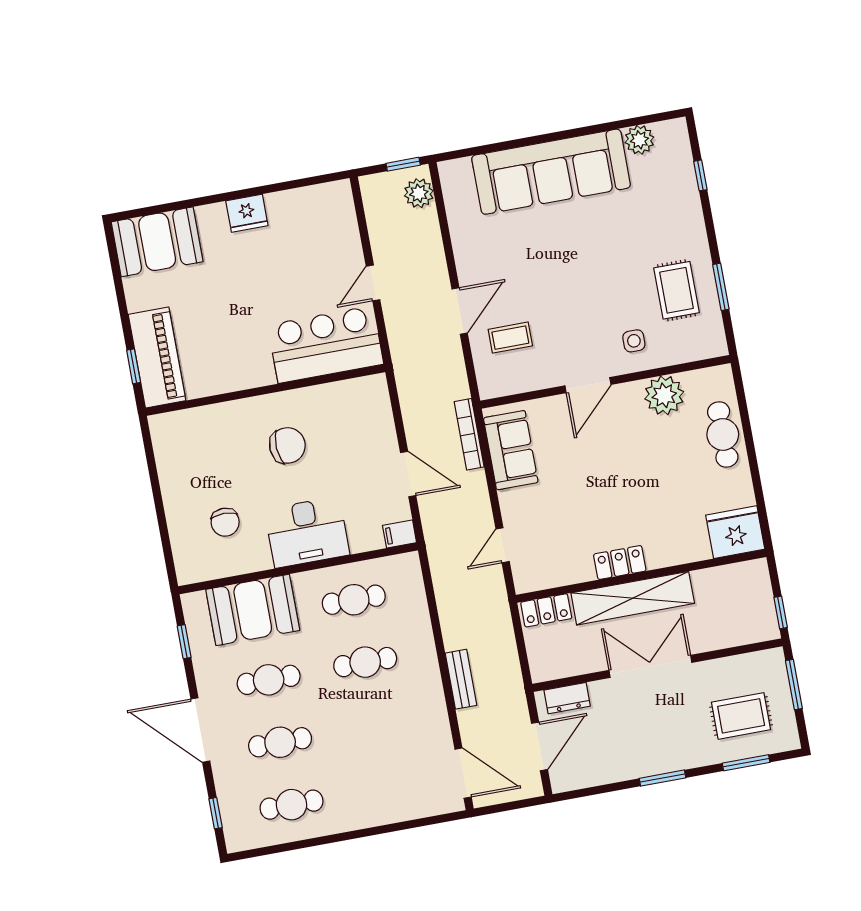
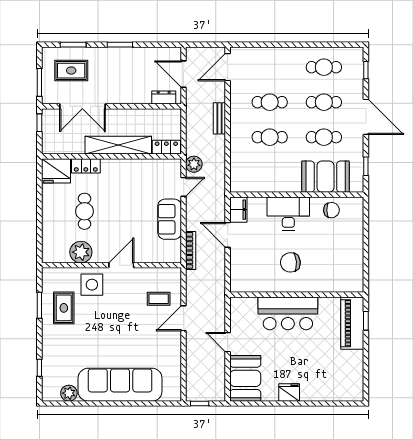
plant: (419, 193) -> (194, 164), moved
booth: (157, 242) -> (245, 378), moved, turned 90
door: (373, 283) -> (228, 342), swing flipped
side table: (634, 341) -> (92, 285), width x1.87, depth x1.87
bar counter: (326, 345) -> (288, 313), moved
cafe table: (723, 434) -> (84, 211), moved
sofa: (511, 450) -> (170, 219), moved
chair: (225, 522) -> (331, 210), moved, turned 88
filing cabinet: (400, 534) -> (238, 210), width x2.00
locker: (620, 563) -> (86, 166), moved
cafe table: (354, 600) -> (270, 102), moved
double door: (650, 666) -> (82, 106), moved
door: (539, 746) -> (184, 74), hinge flipped
door: (463, 773) -> (228, 67), hinge flipped

